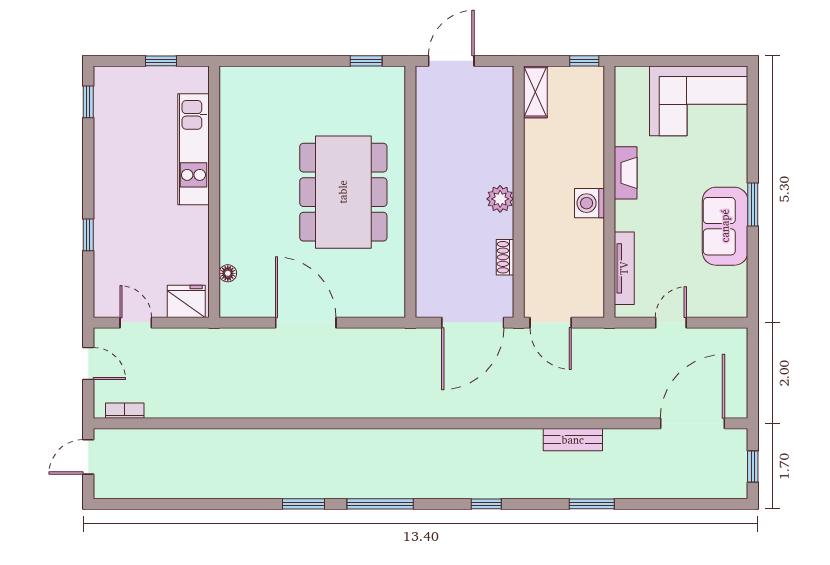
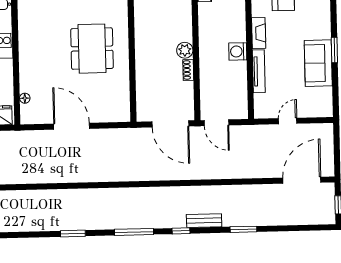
dining table: (343, 192) -> (92, 49), width x0.73, depth x0.80
shoe rack: (505, 257) -> (188, 70), moved
tv unit: (624, 268) -> (259, 71), moved
door: (473, 323) -> (170, 124), hinge flipped
bench: (573, 440) -> (204, 221), moved
window: (380, 504) -> (134, 232), moved

